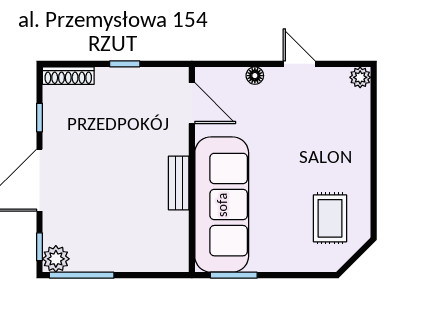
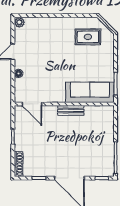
door: (192, 103) -> (32, 104), swing flipped
sofa: (222, 205) -> (90, 92), width x0.74, depth x0.79
plant: (56, 259) -> (108, 170), removed

